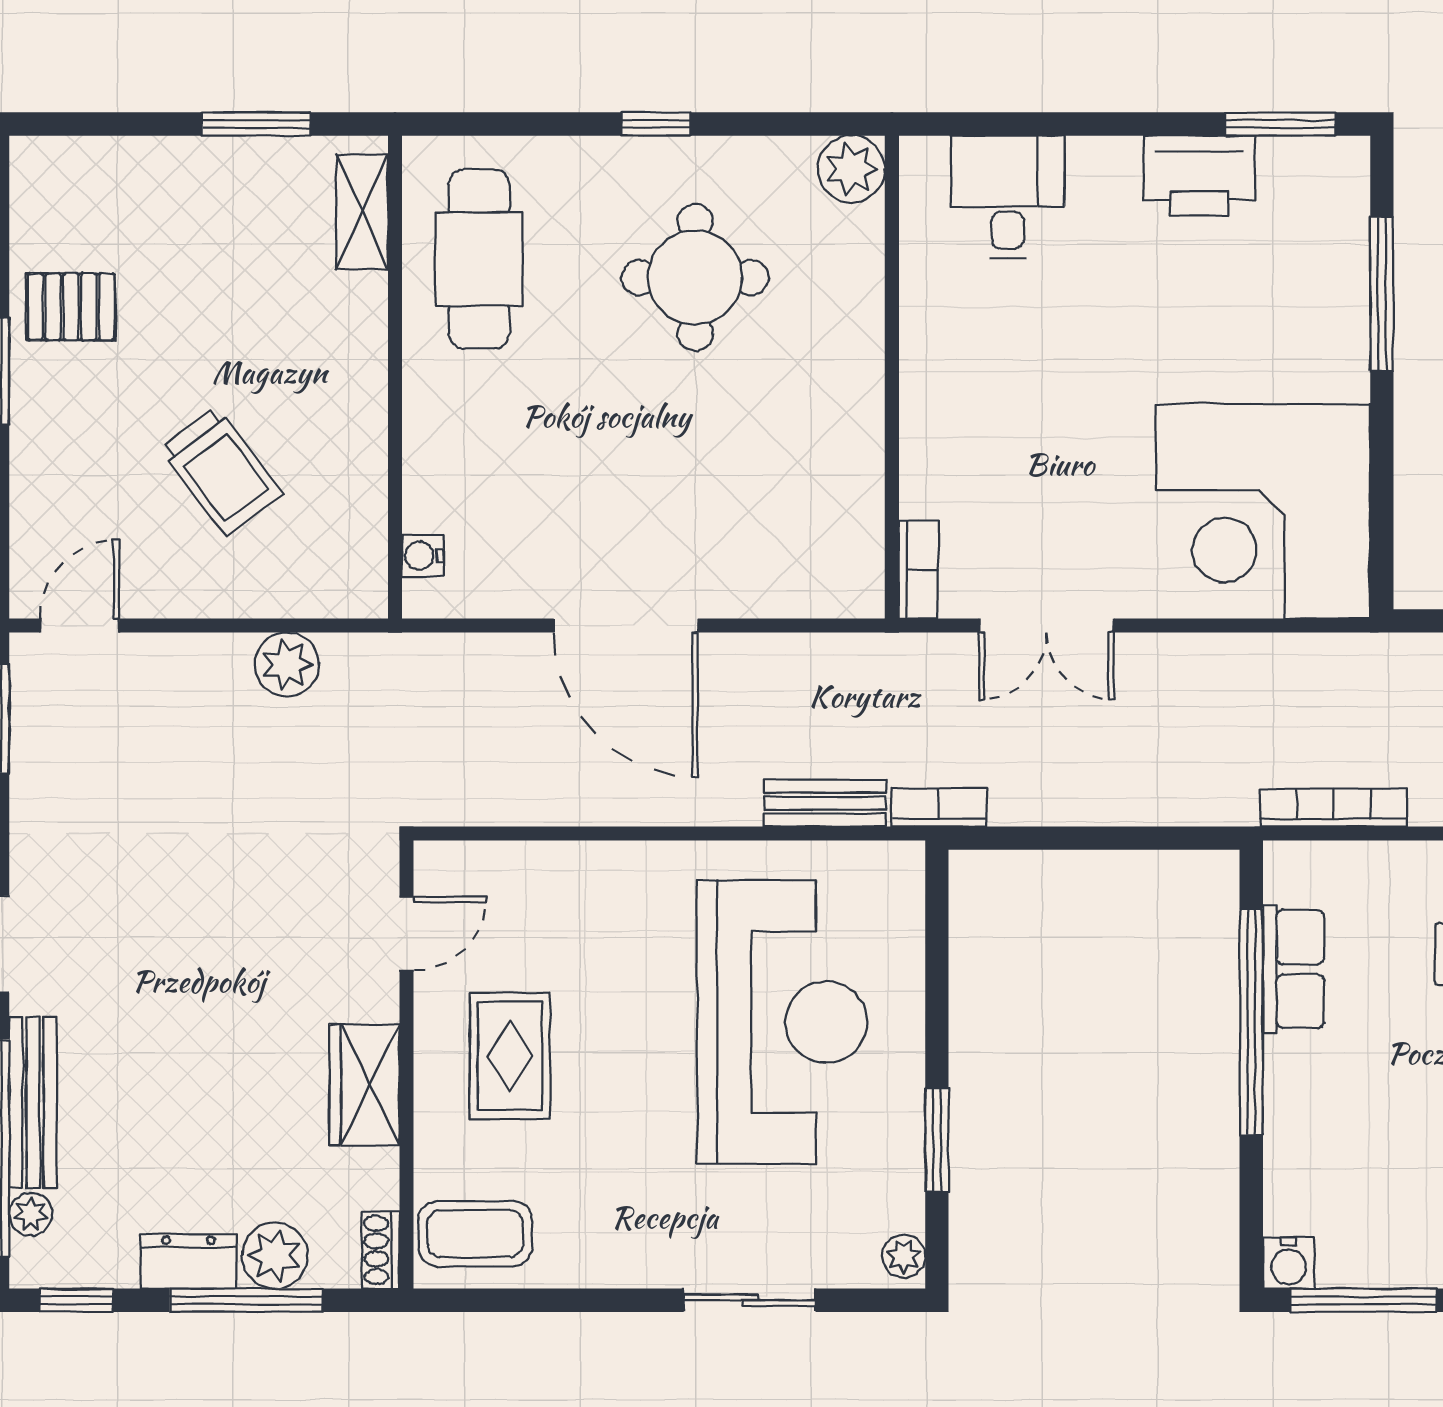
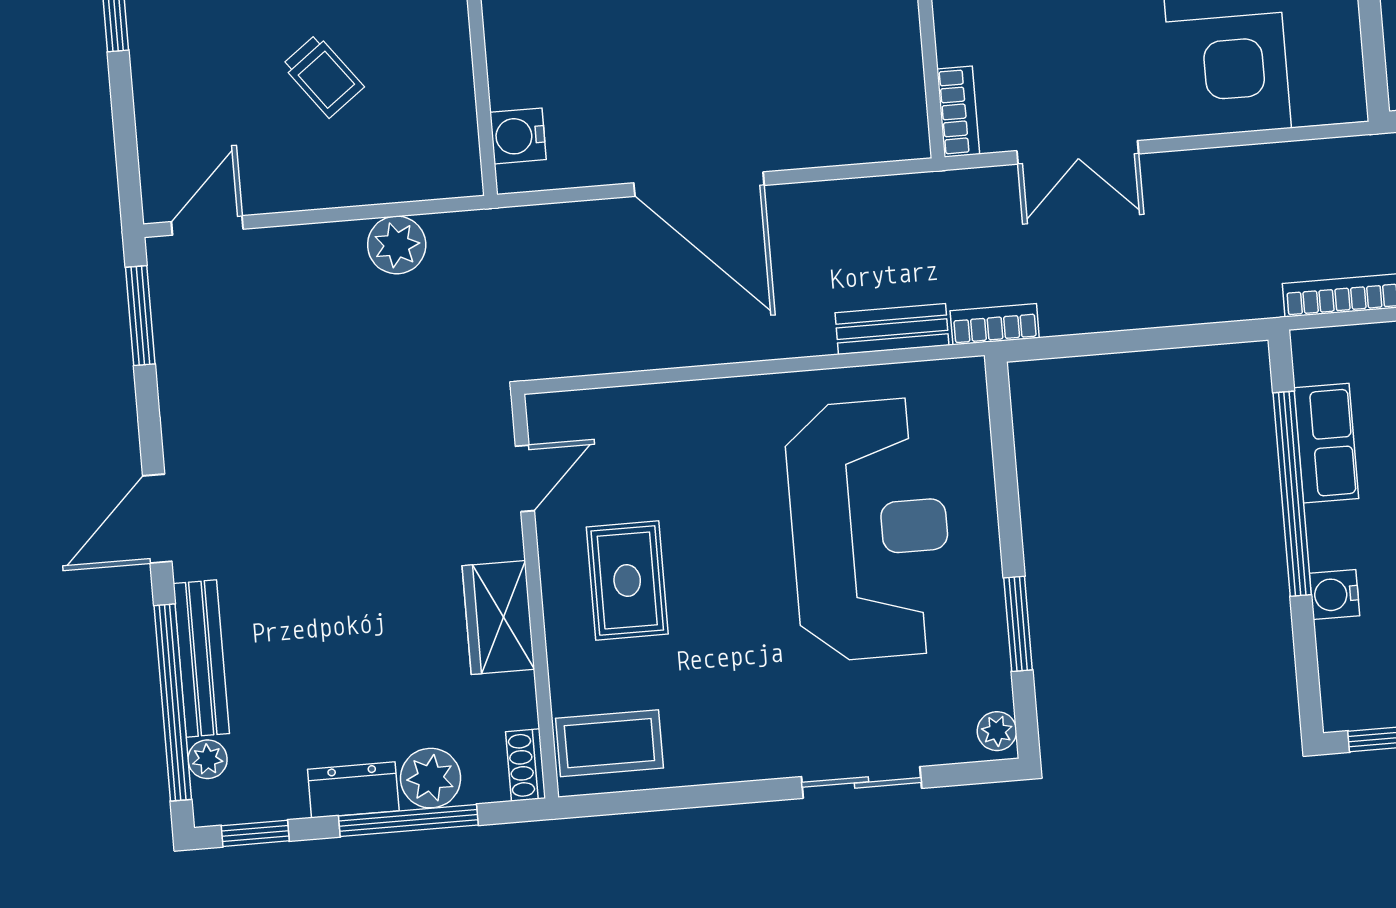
trolley: (221, 471) -> (323, 76), width x0.73, depth x0.72
water cooler: (423, 556) -> (518, 136), width x1.38, depth x1.38
water cooler: (1289, 1263) -> (1334, 594), moved, turned 90

